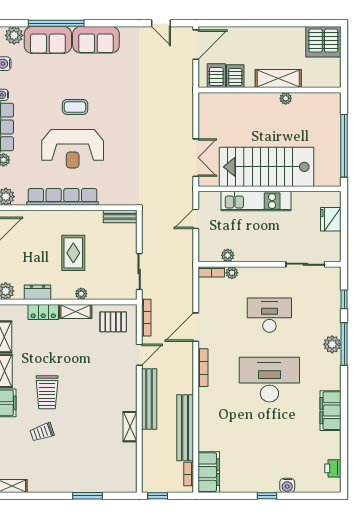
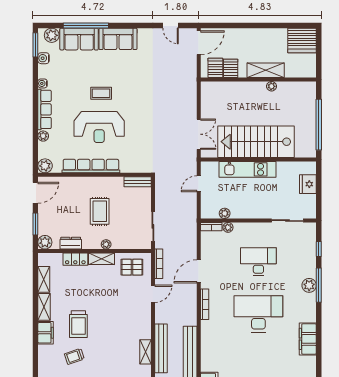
bench: (149, 399) -> (161, 348), moved

